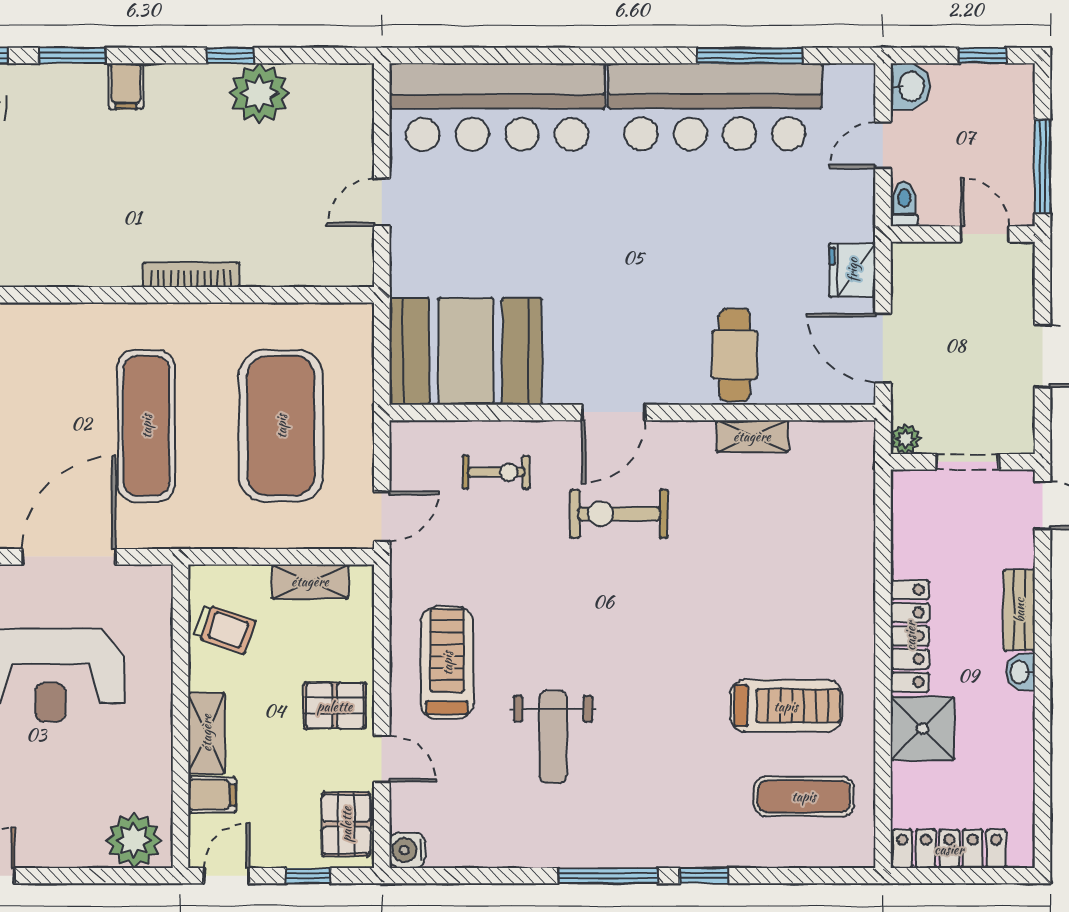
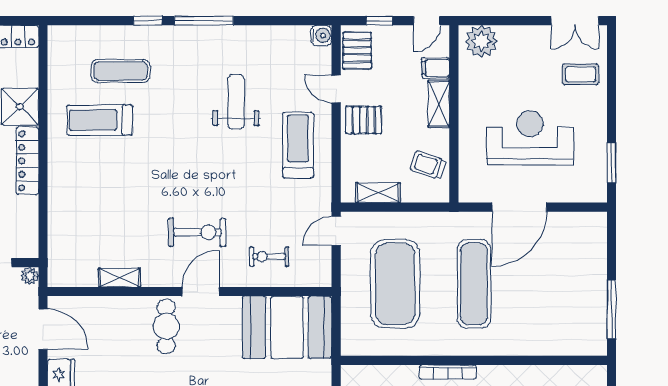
cafe table: (735, 355) -> (166, 326), moved
treadmill: (447, 663) -> (298, 145), turned 180
exercise mat: (804, 796) -> (120, 71), moved

